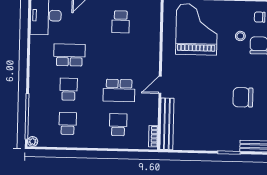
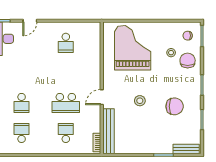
school desk: (69, 55) -> (22, 73), removed
school desk: (69, 89) -> (22, 103), turned 180
stool: (203, 90) -> (140, 101), added
chair: (243, 97) -> (175, 106), turned 180

